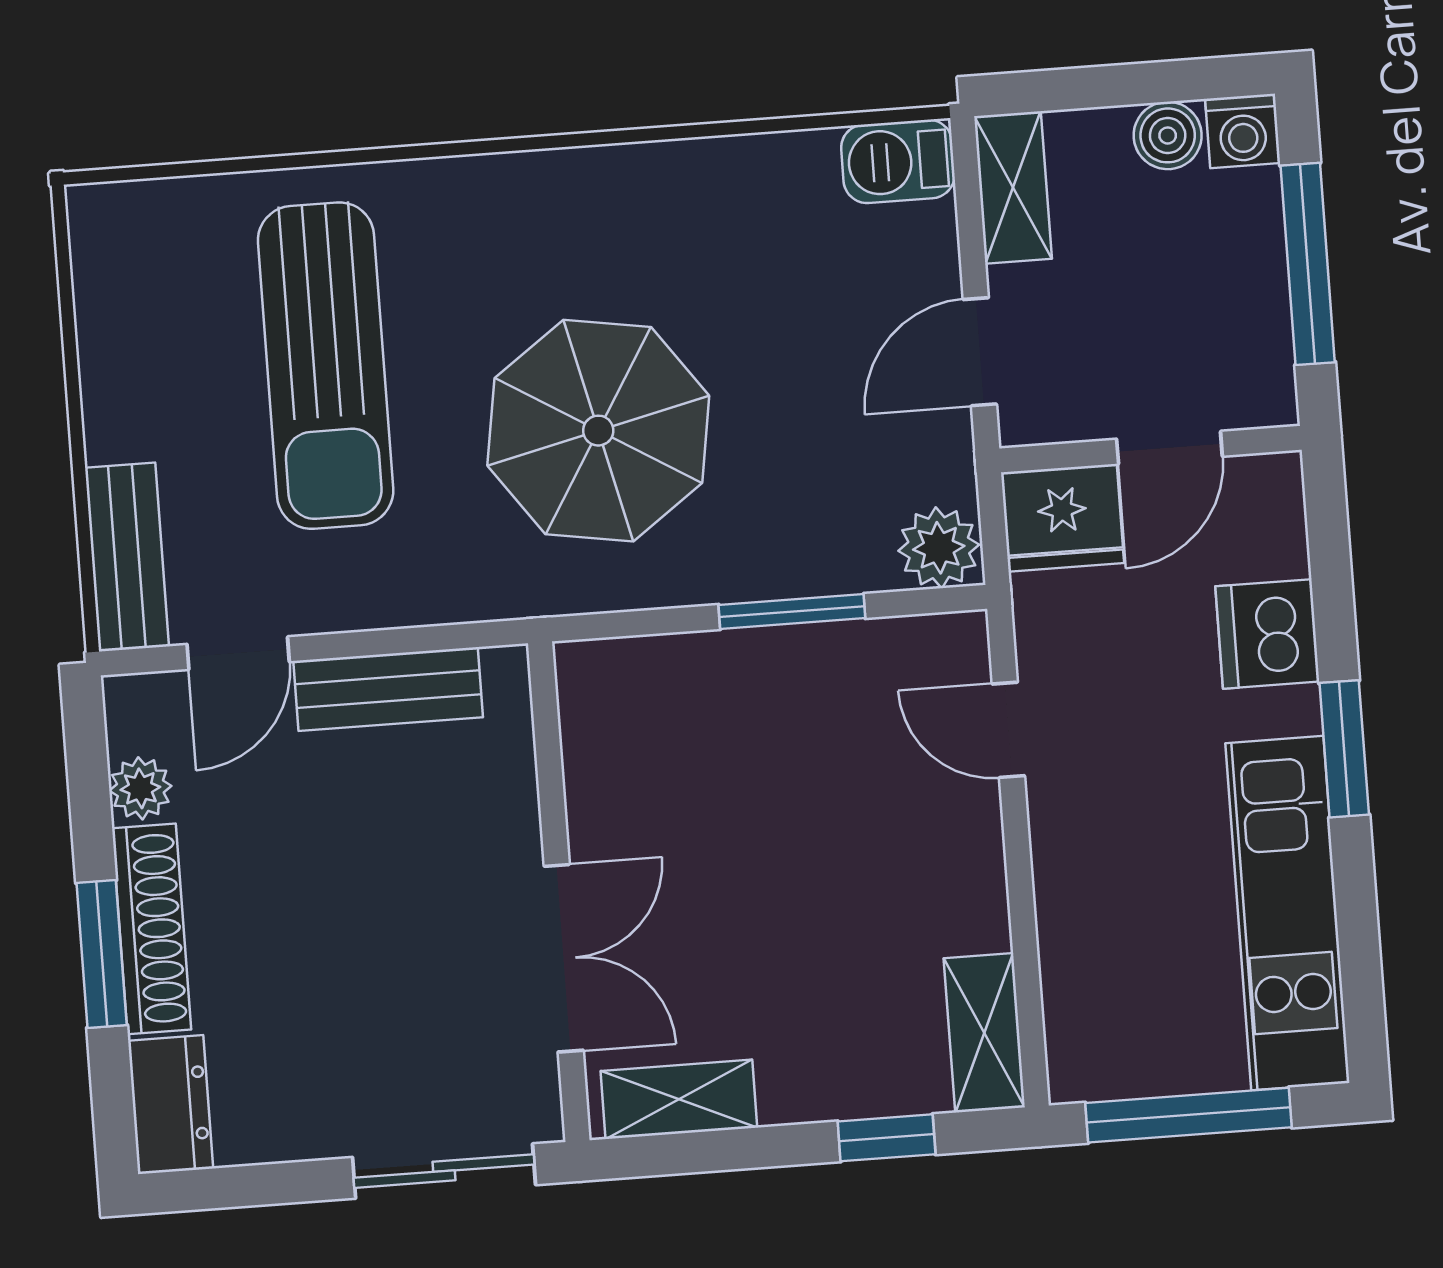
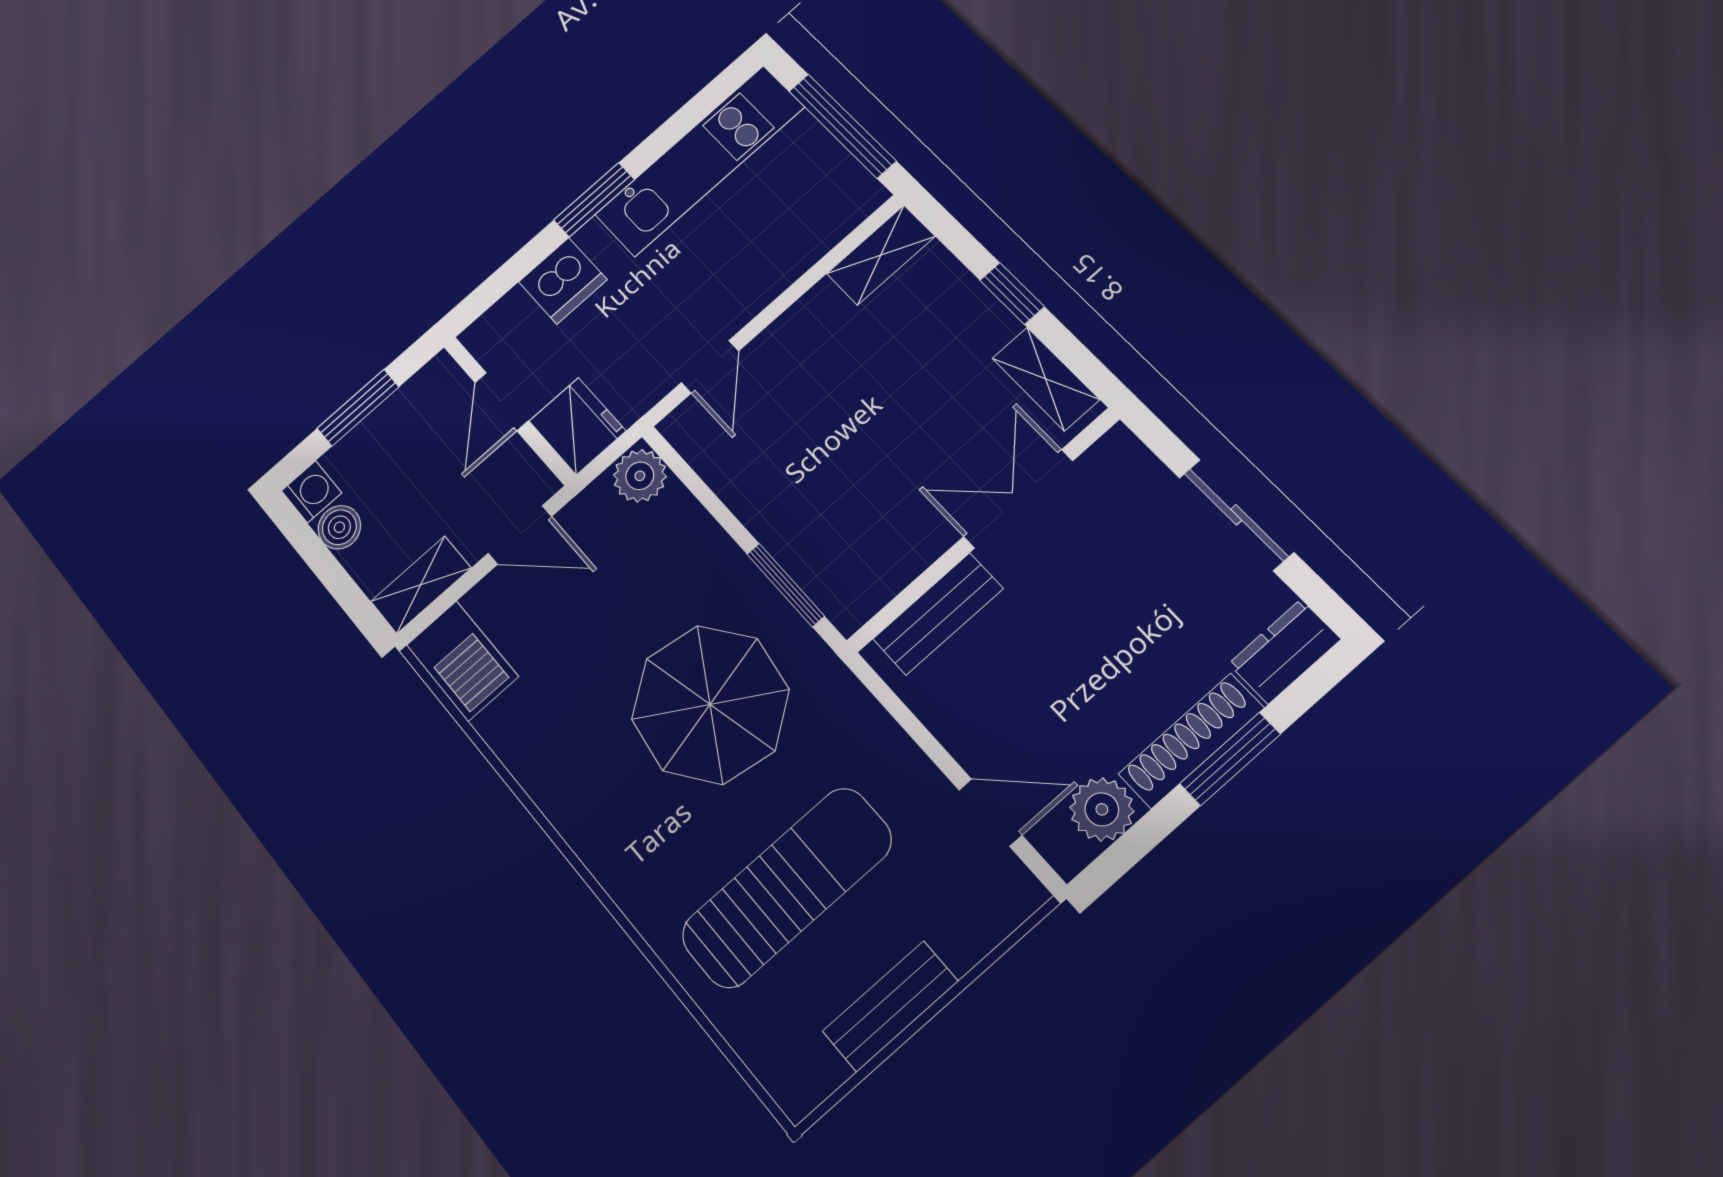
barbecue: (898, 161) -> (462, 661), width x1.38, depth x1.27
window: (1308, 264) -> (358, 408), width x0.69
door: (1169, 448) -> (501, 402), swing flipped
bench: (127, 557) -> (890, 1006), moved
window: (792, 611) -> (785, 585), moved
bench: (388, 689) -> (938, 614), moved, turned 90
plant: (140, 788) -> (1102, 809), width x1.38, depth x1.38
window: (887, 1138) -> (1012, 293), moved
sliding door: (444, 1171) -> (1236, 515), moved

